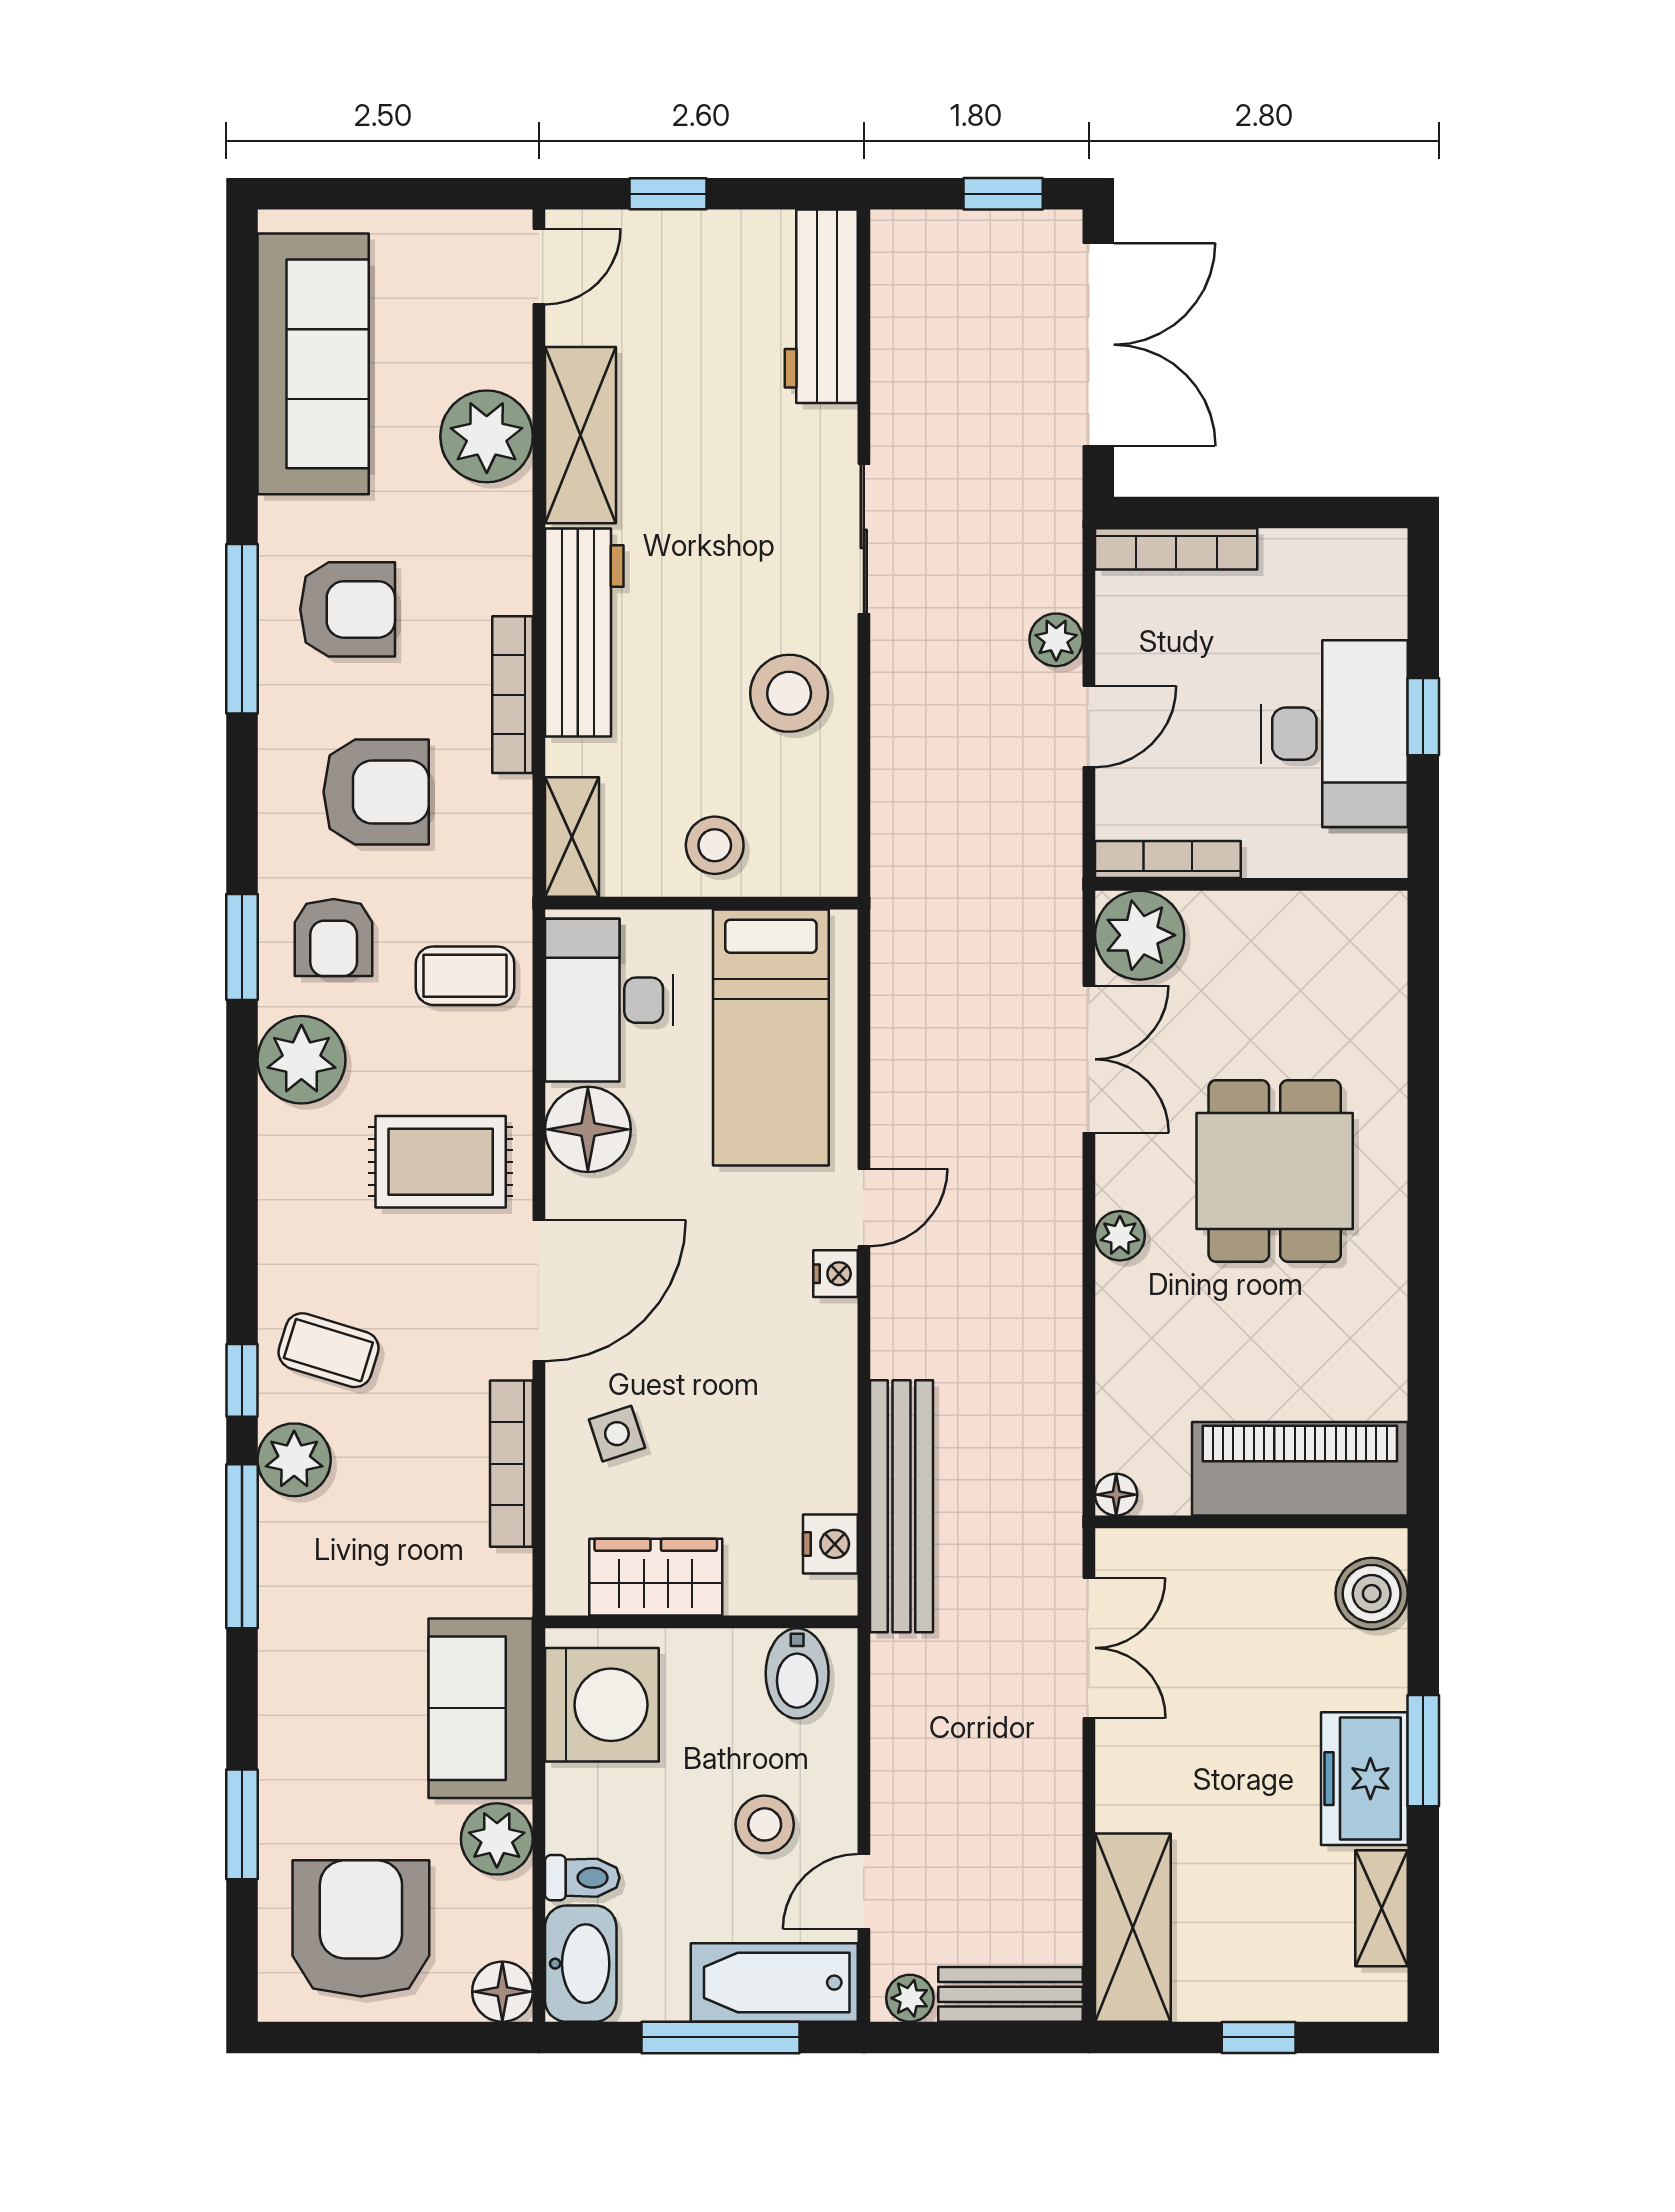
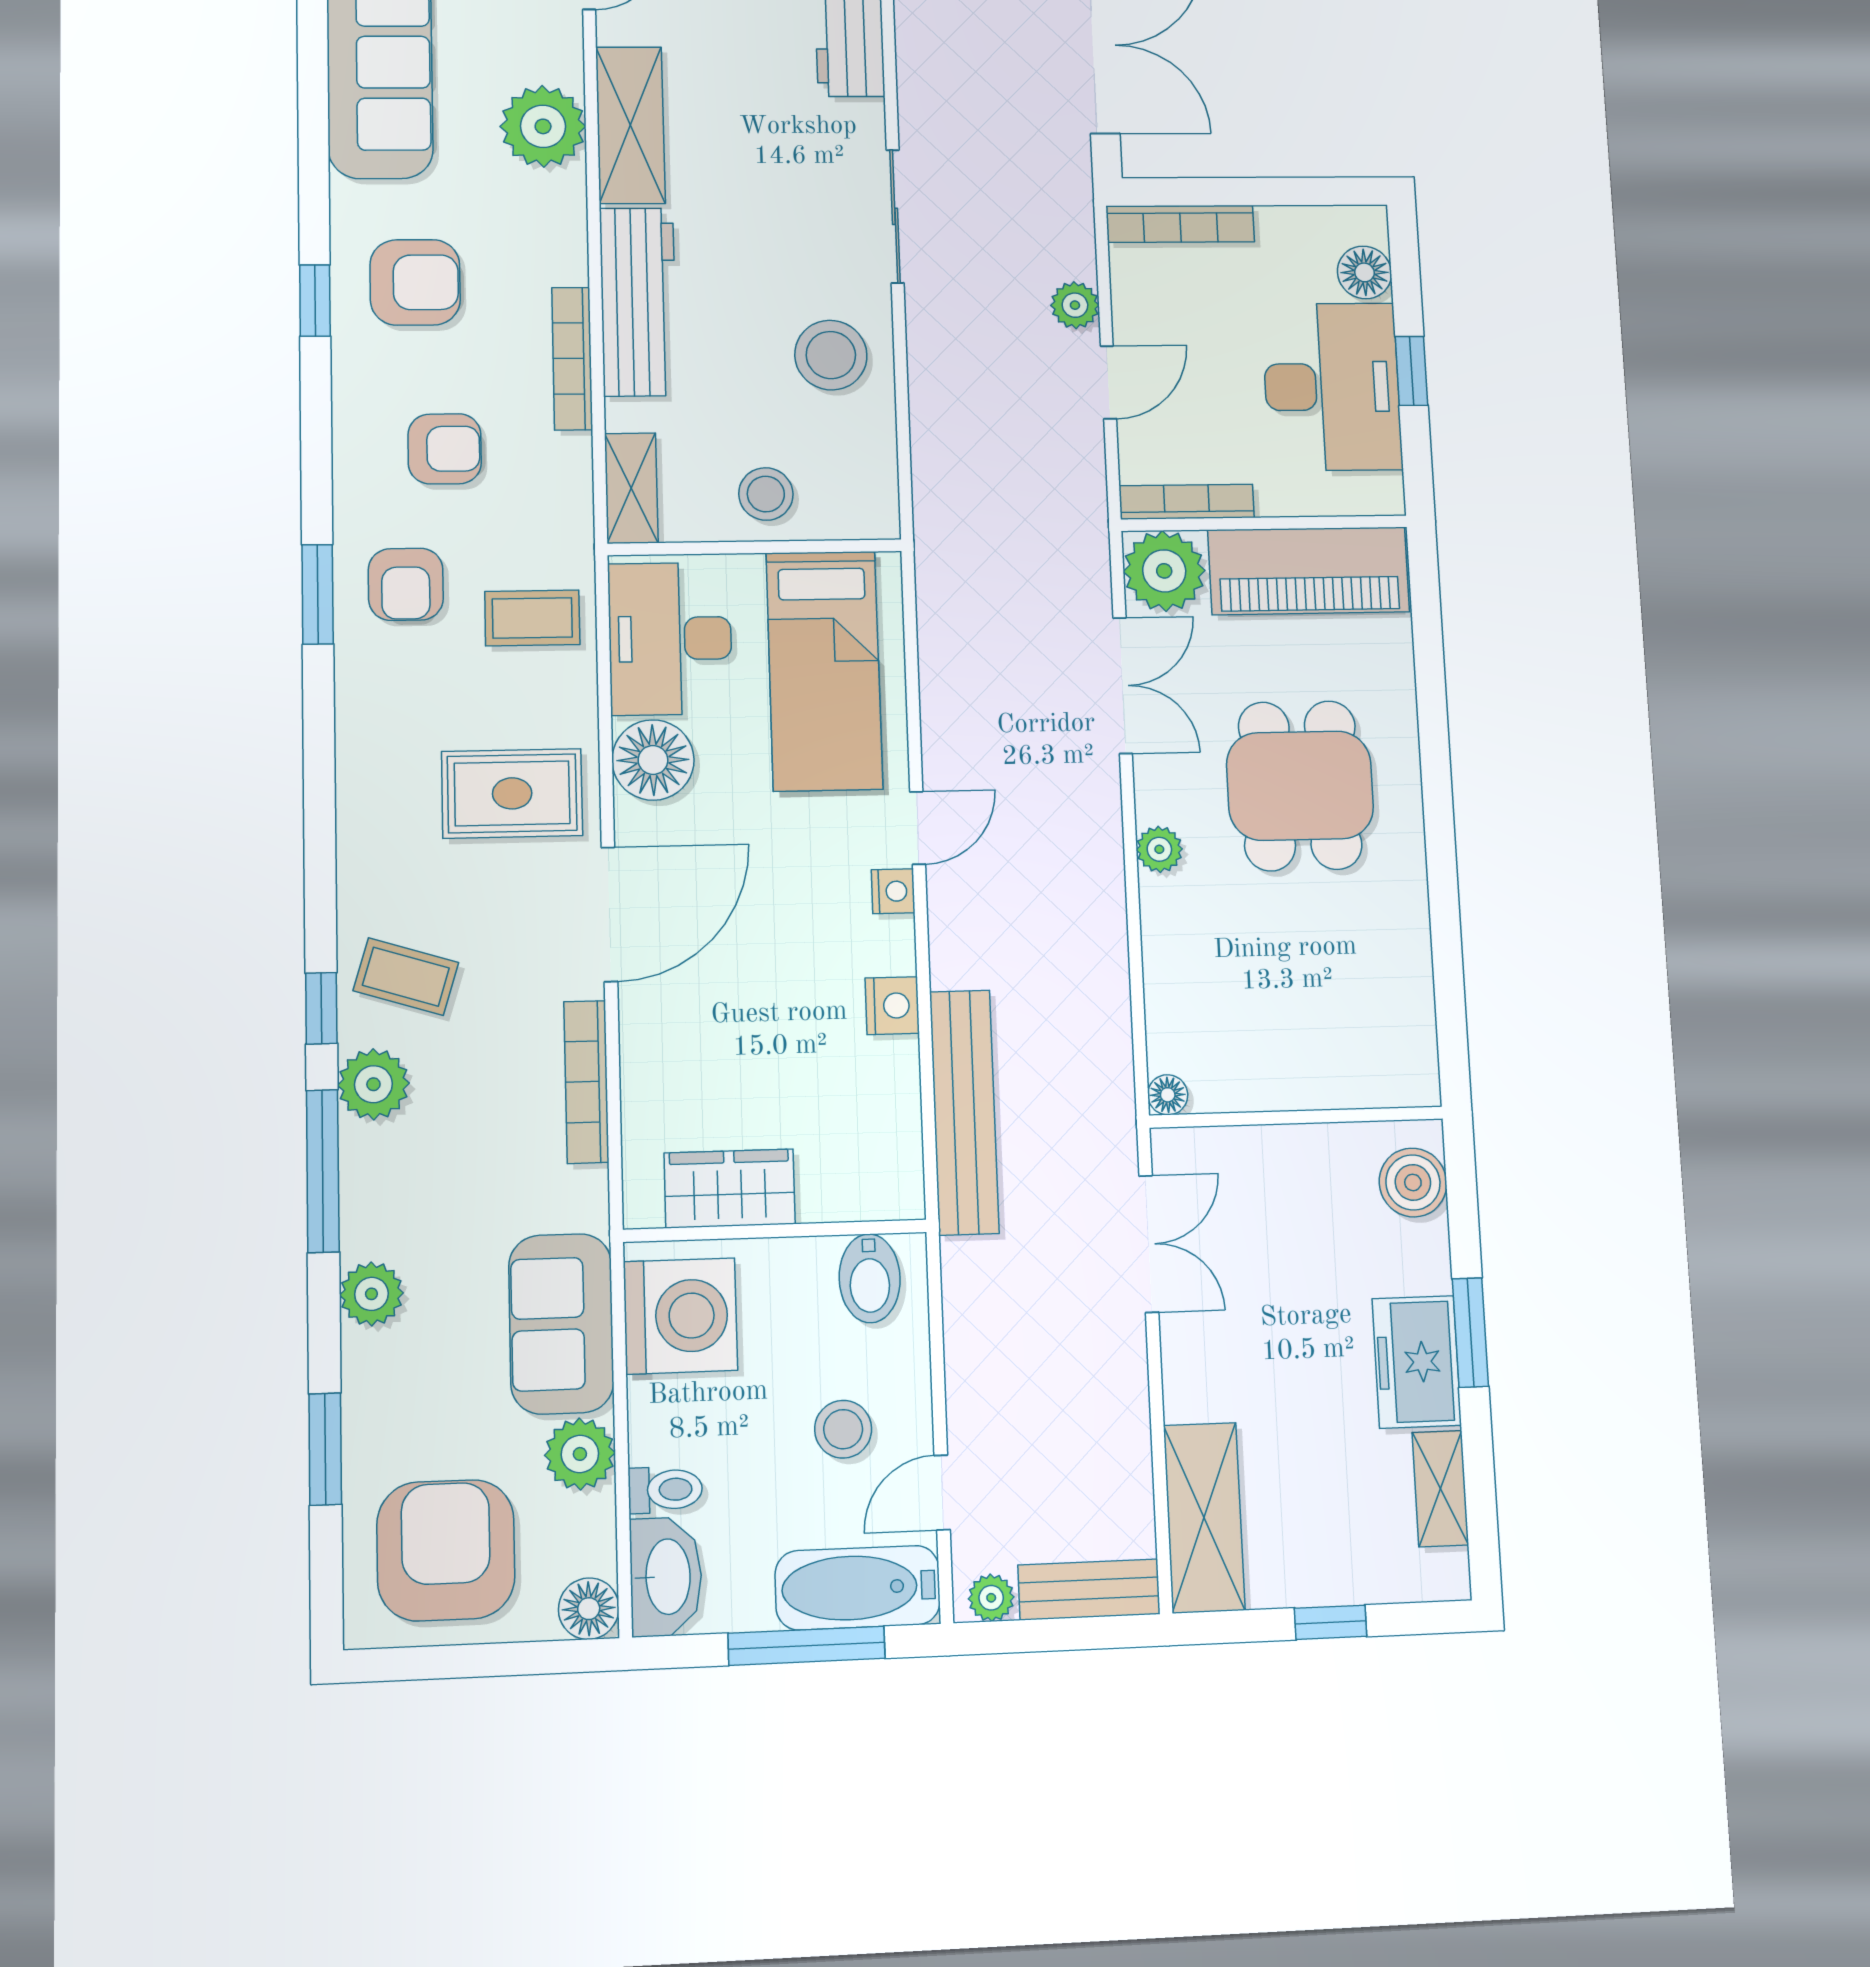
floor lamp: (1378, 605) -> (1364, 272), added
window: (242, 629) -> (315, 301), width x0.46
armchair: (376, 792) -> (445, 449), width x0.72, depth x0.72
plant: (301, 1060) -> (371, 1294), moved, width x0.73, depth x0.73
side table: (617, 1434) -> (688, 1050), removed
piano: (1300, 1469) -> (1309, 571), moved, turned 180
nightstand: (830, 1544) -> (892, 1006), moved

